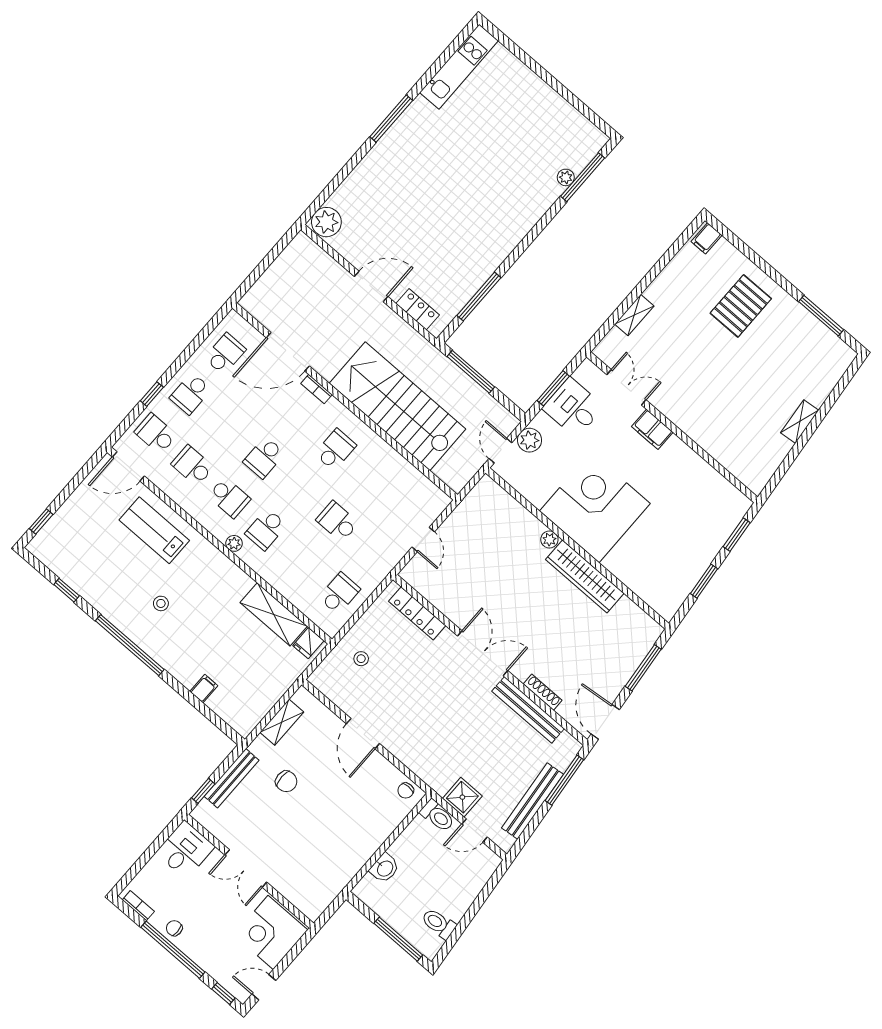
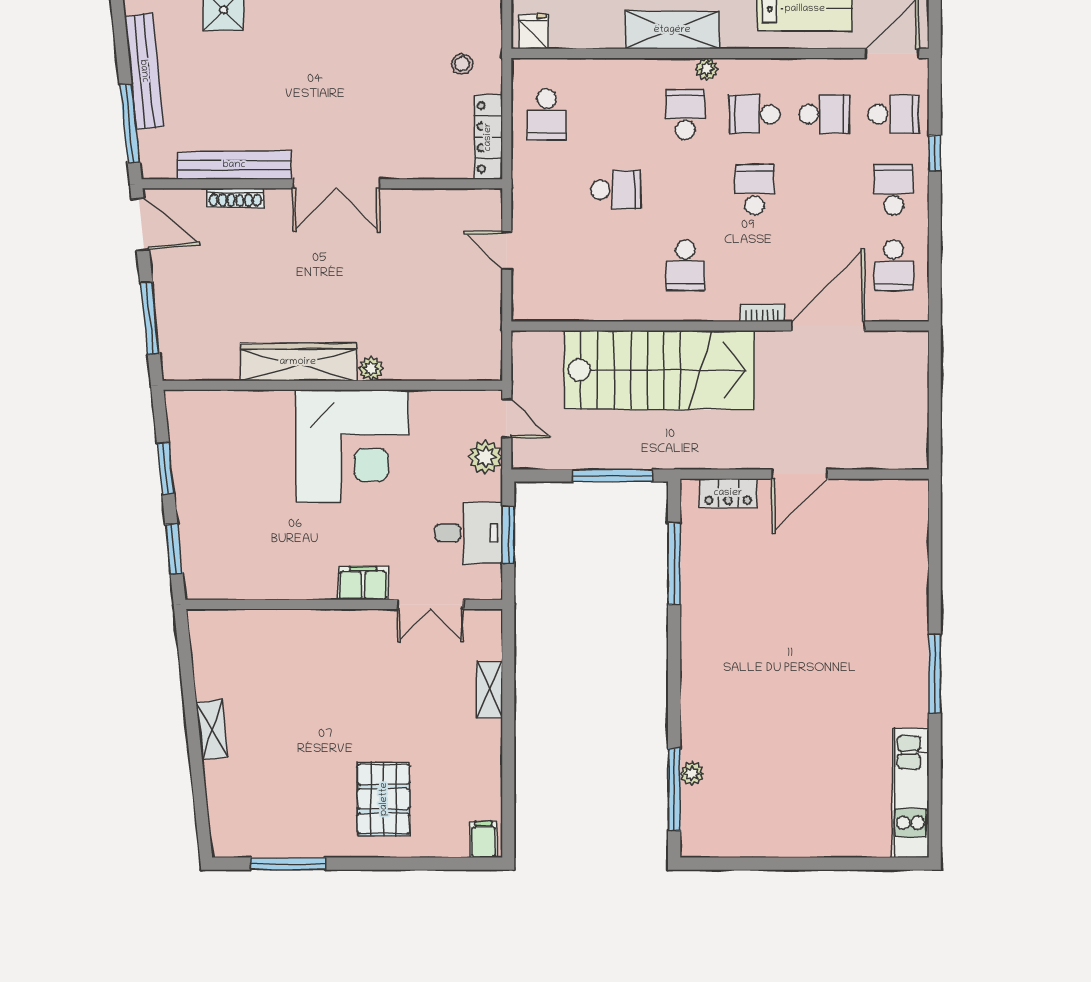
plant: (326, 222) -> (908, 502), removed
locker: (417, 613) -> (488, 137), moved, turned -90
shelving: (274, 614) -> (672, 30), moved

